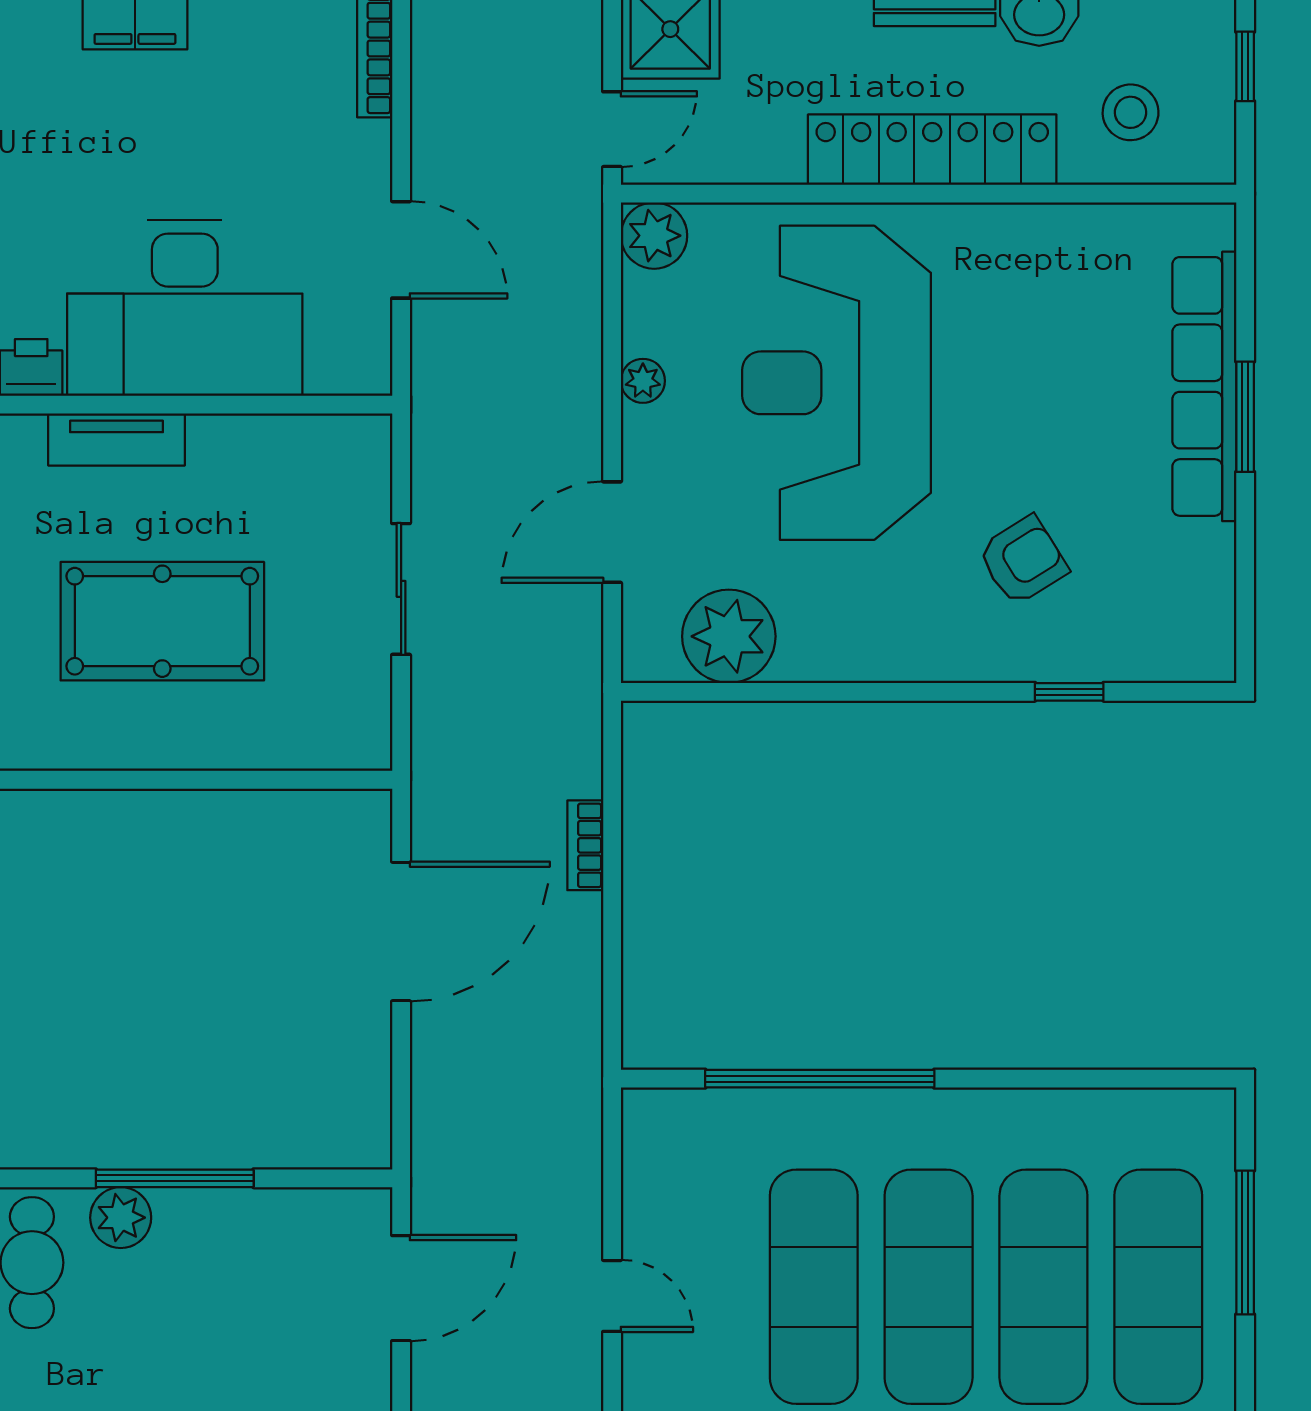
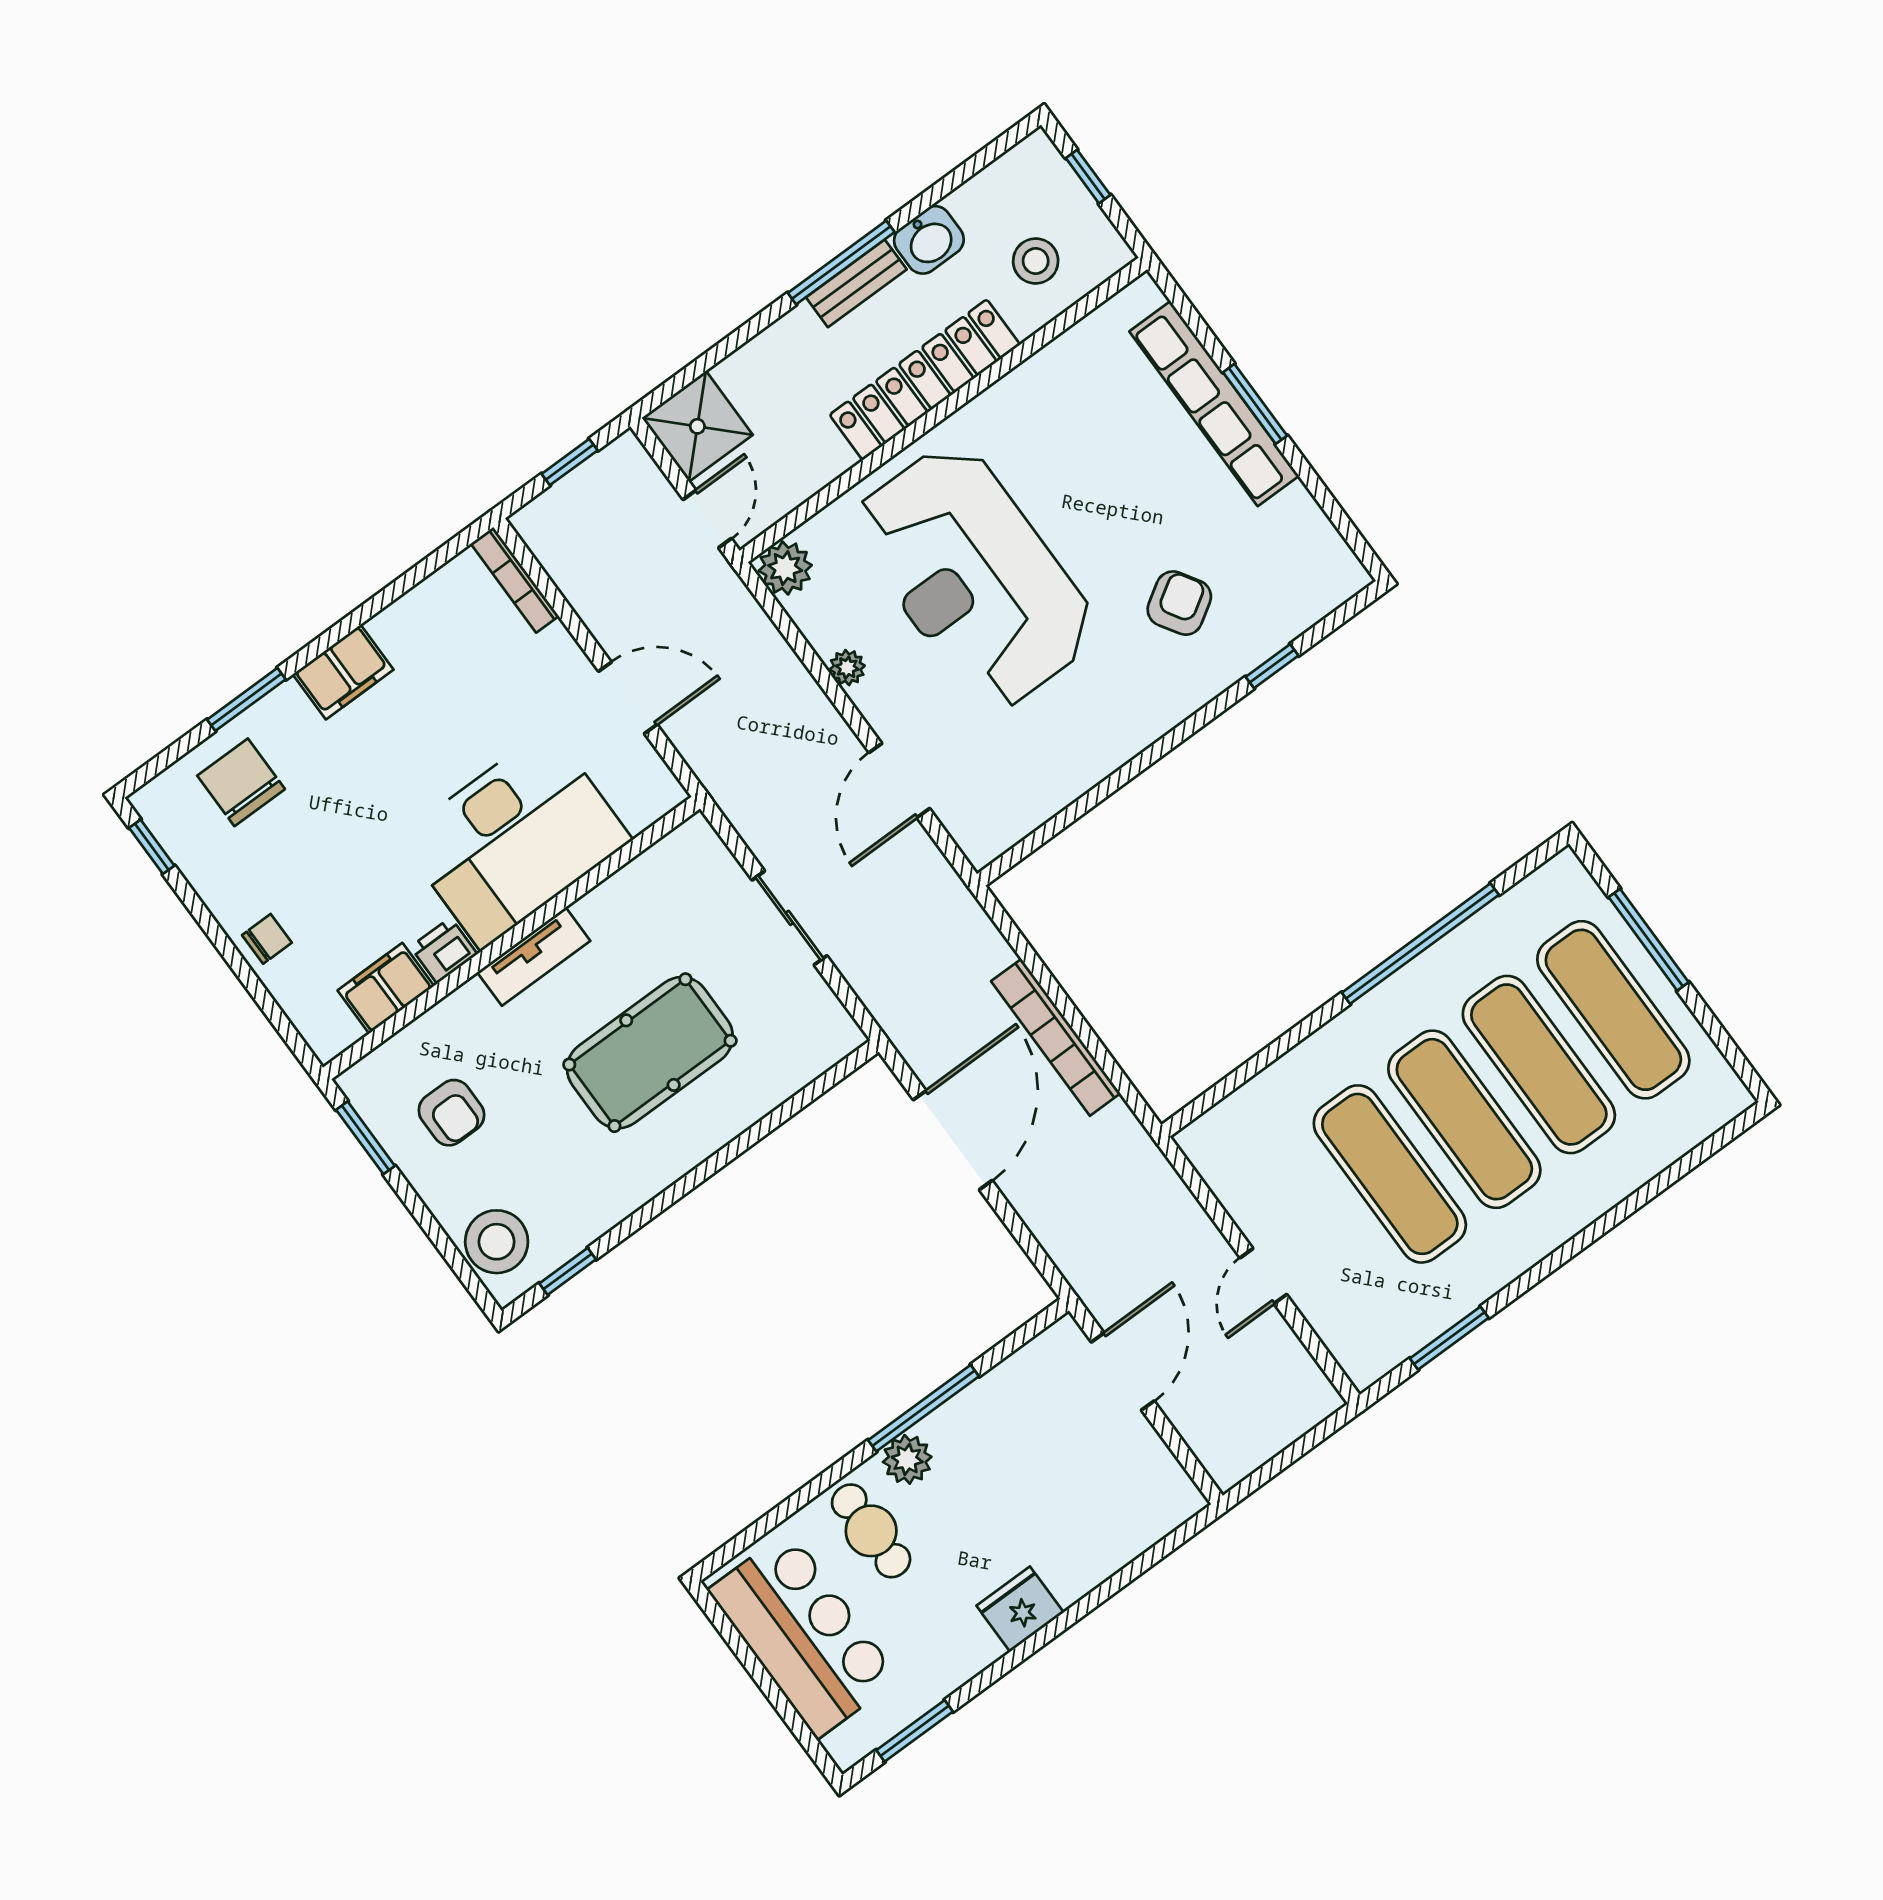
plant: (729, 636) -> (1025, 792), removed
bookcase: (585, 845) -> (1056, 1037), width x2.31, depth x1.31
window: (820, 1079) -> (1420, 944), moved
door: (612, 1296) -> (1263, 1276), swing flipped

